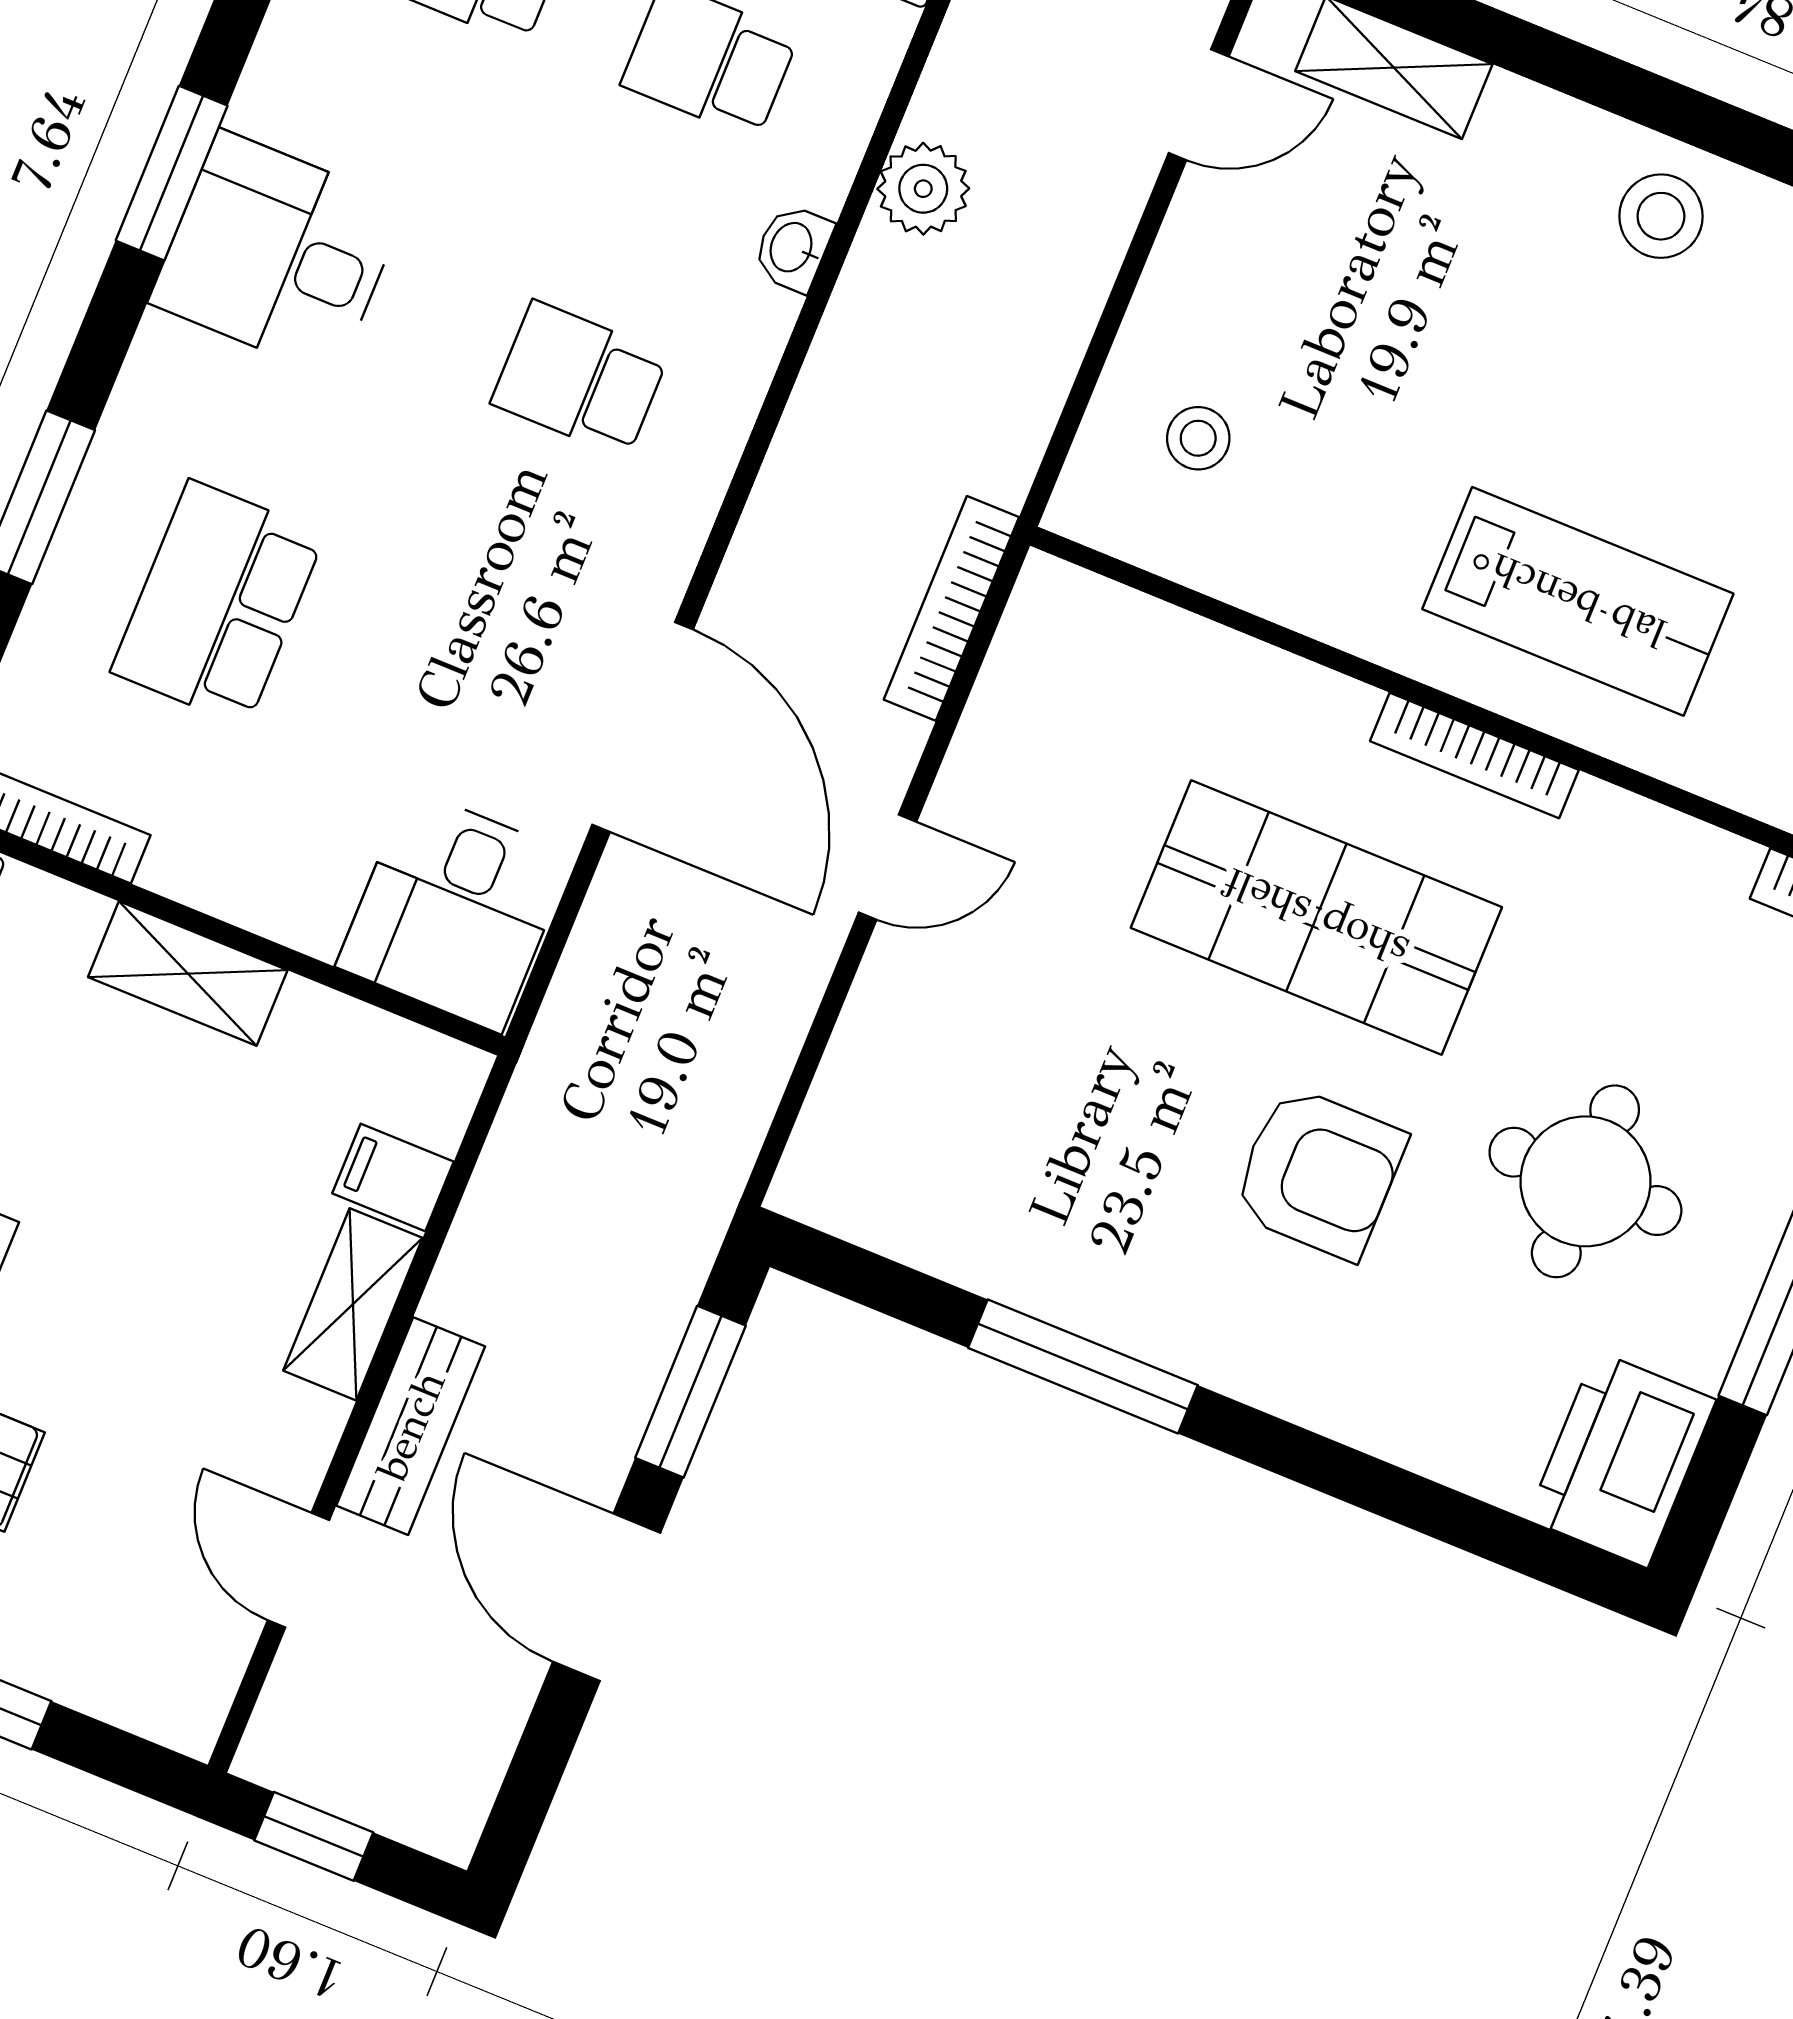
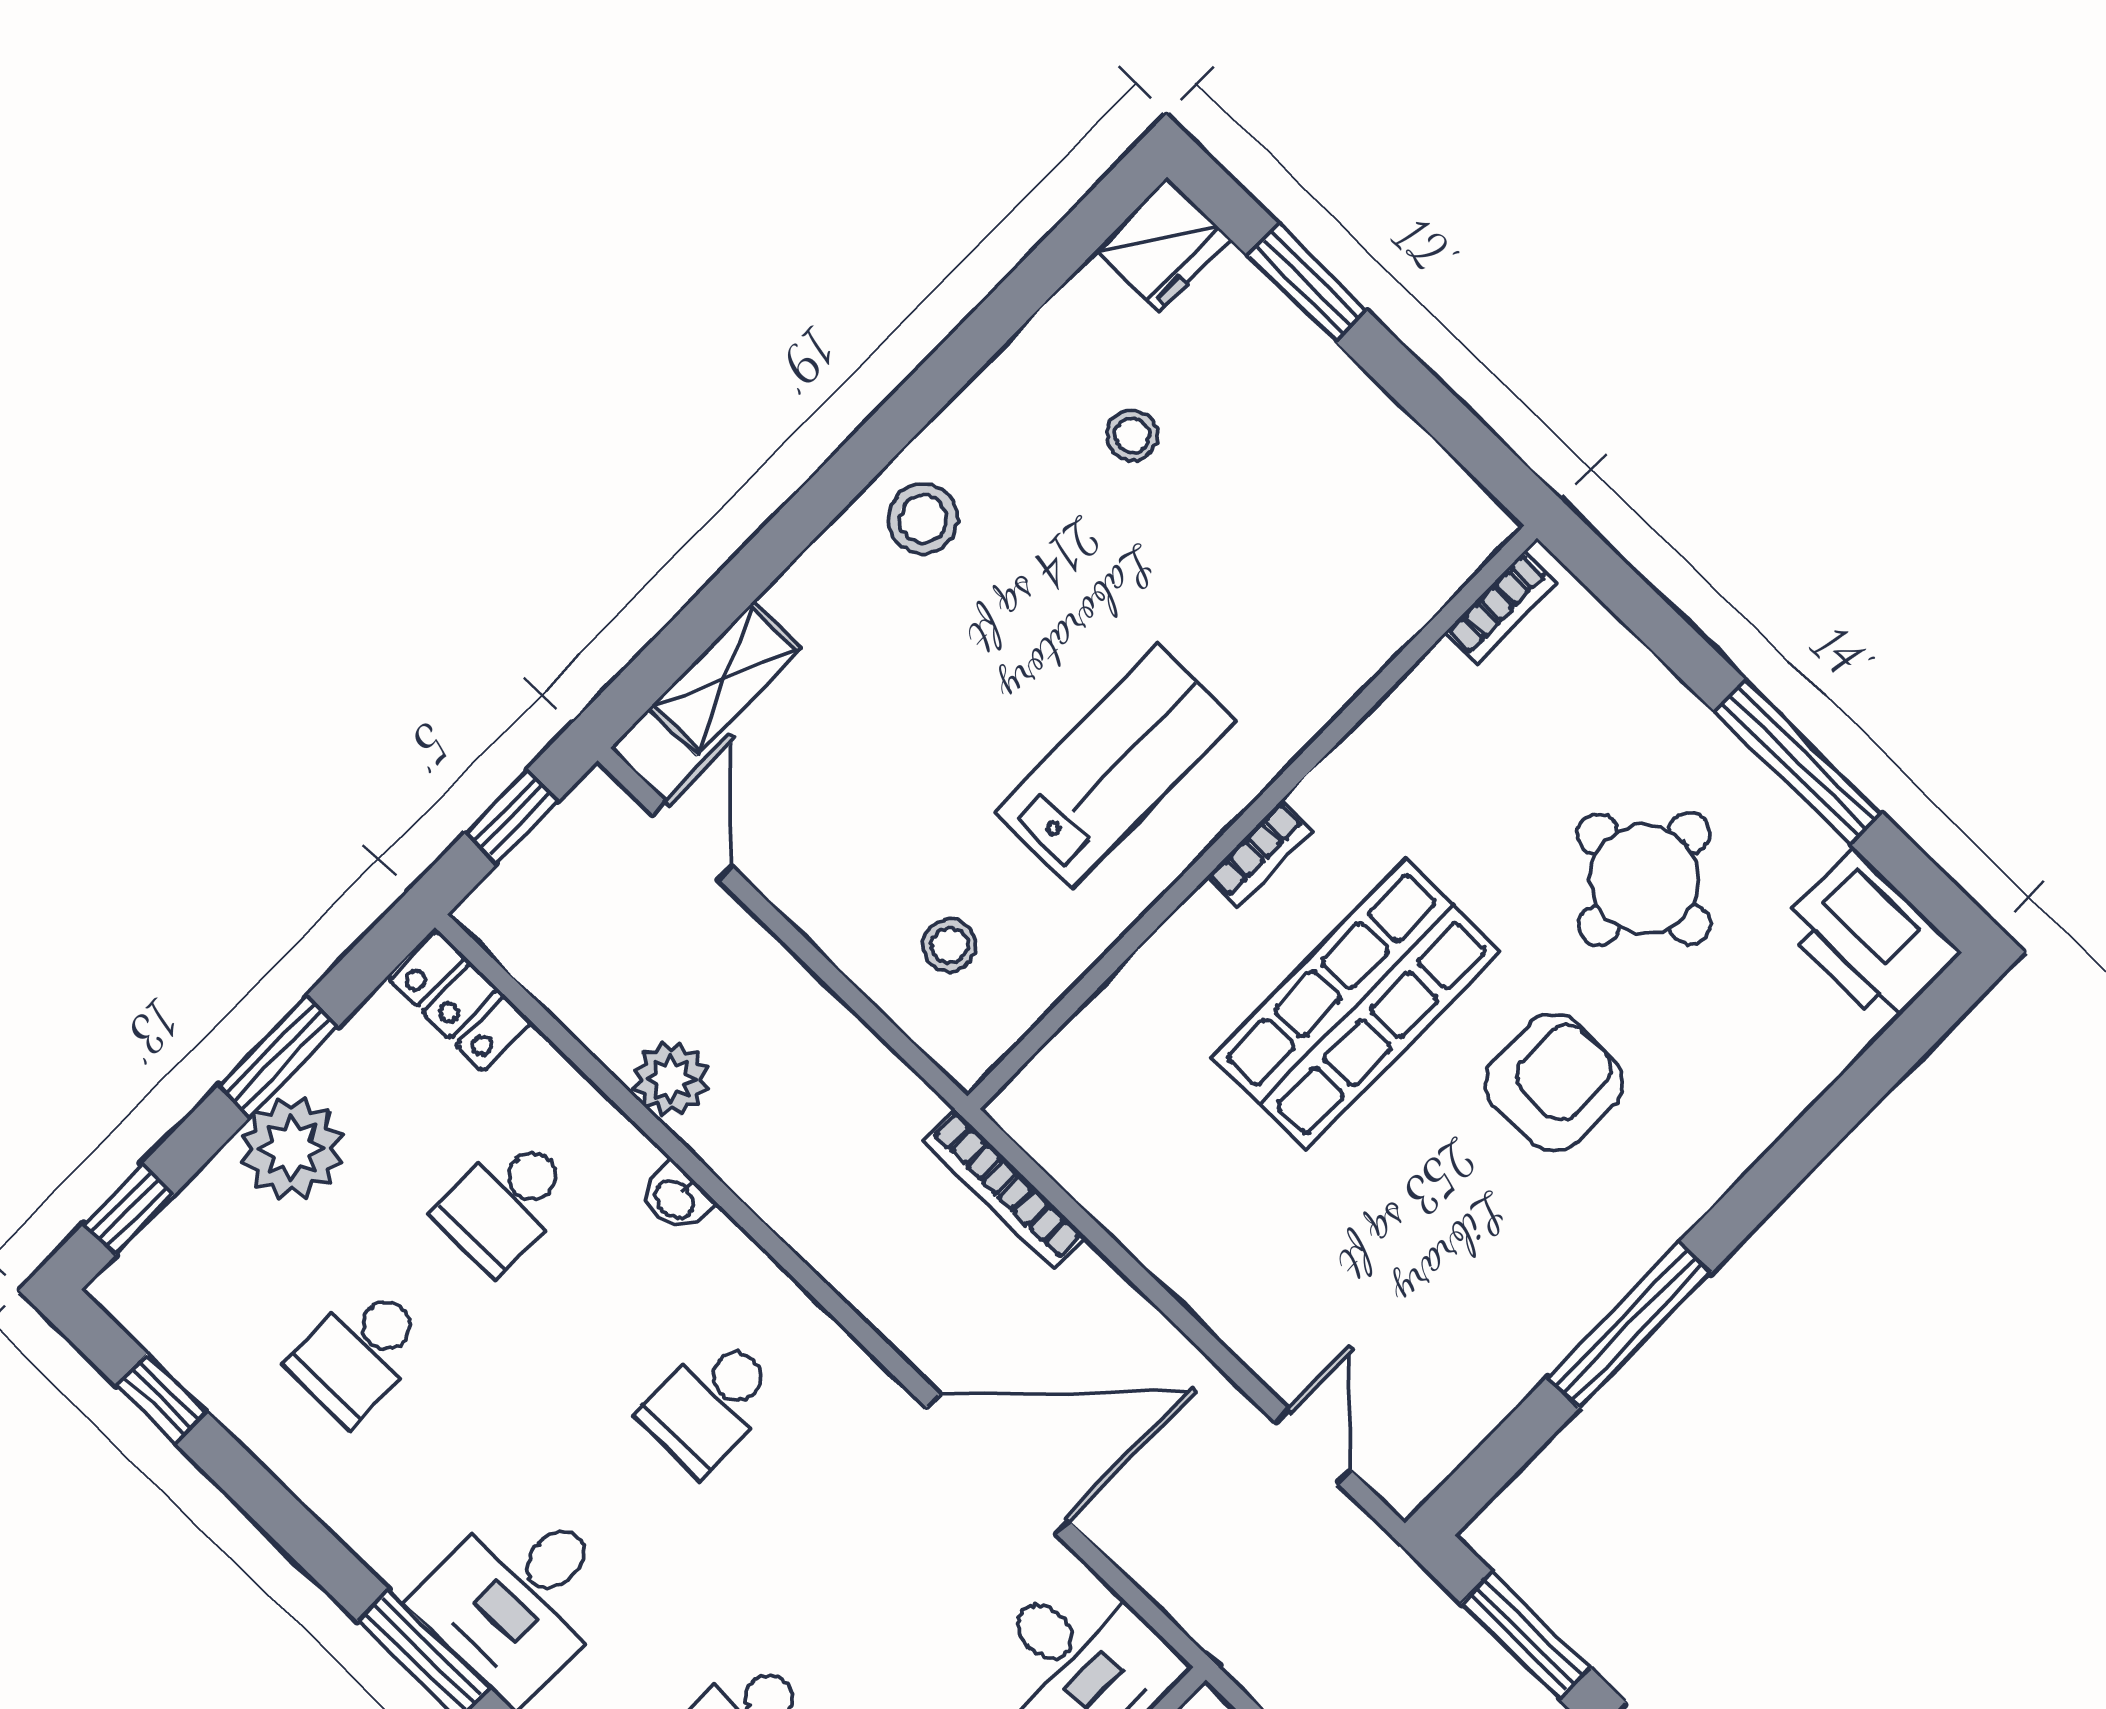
lab bench: (1578, 601) -> (1115, 766), moved
bookcase: (1474, 755) -> (1259, 854), width x0.64
door: (888, 867) -> (1313, 1446), moved

